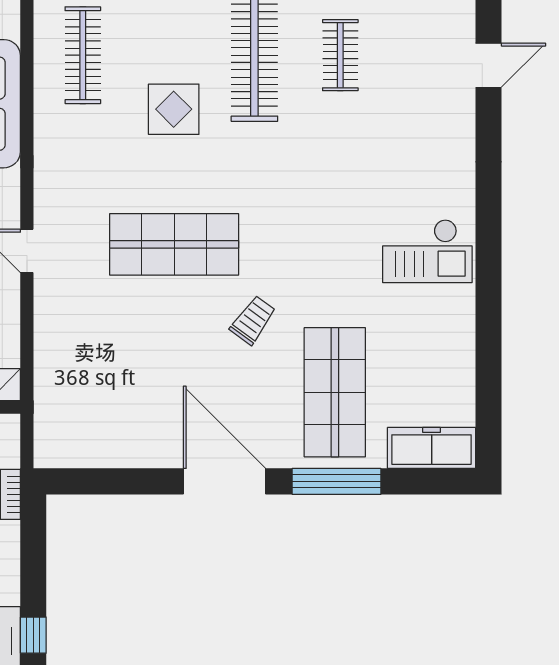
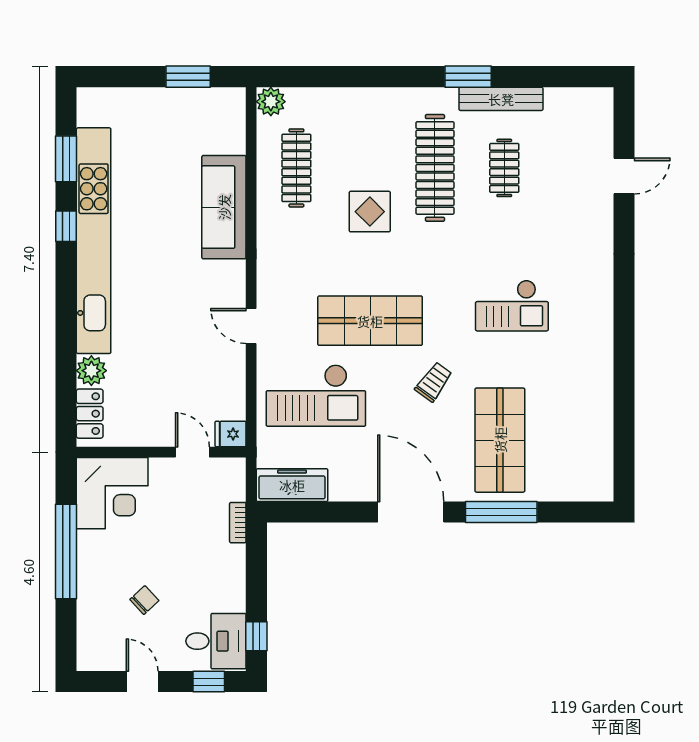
checkout: (427, 251) -> (512, 306), moved
checkout: (107, 337) -> (316, 395), added
freezer: (432, 448) -> (292, 485), moved

